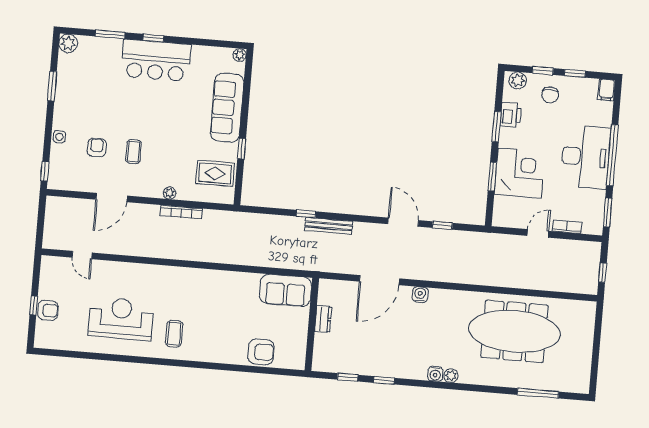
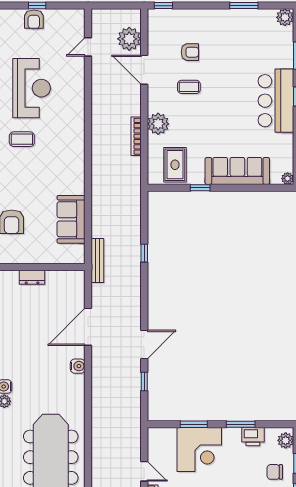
side table: (59, 137) -> (197, 16), removed
plant: (170, 193) -> (158, 124), width x1.88, depth x1.88
plant: (77, 211) -> (129, 39), added
bench: (329, 226) -> (97, 260), moved
door: (379, 280) -> (88, 327), hinge flipped
sofa: (286, 290) -> (71, 219), moved
dresser: (323, 319) -> (32, 277), moved

